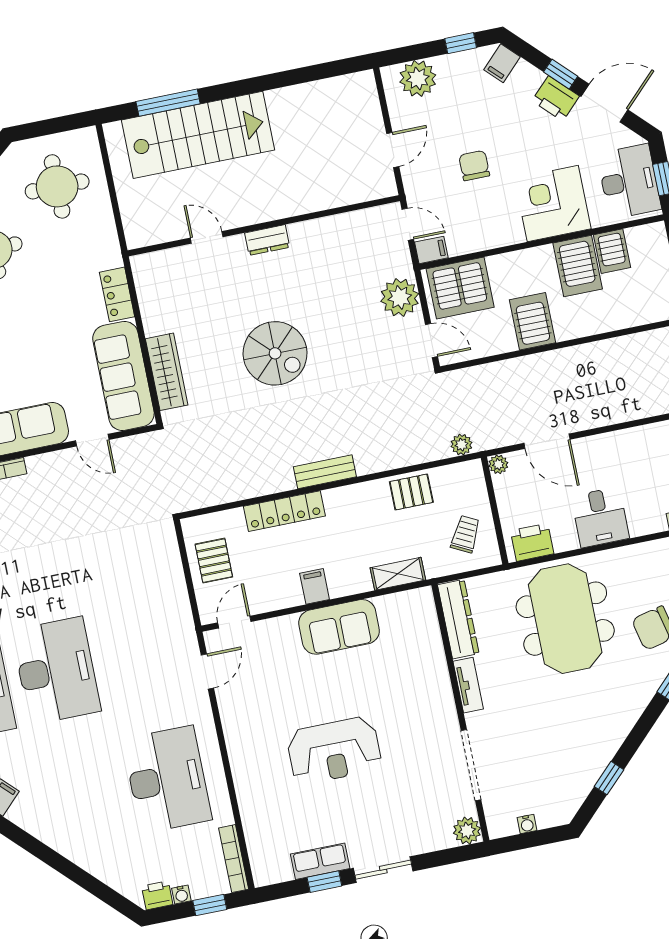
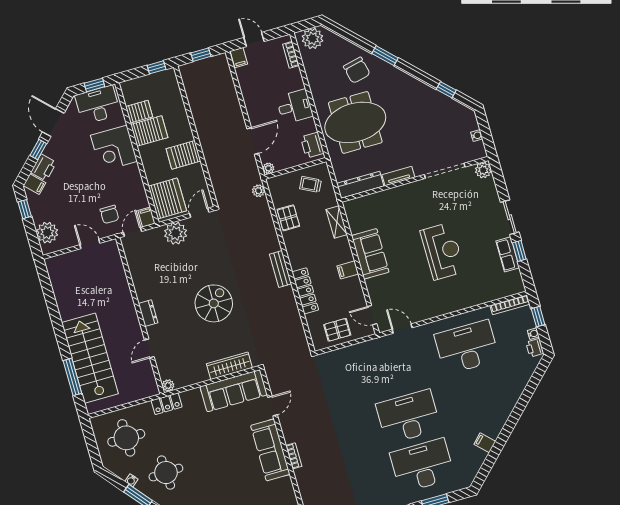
printer: (556, 98) -> (44, 168), moved
chair: (474, 166) -> (109, 214), moved, turned -90
plant: (141, 265) -> (168, 385), added
locker: (117, 294) -> (167, 404), moved

